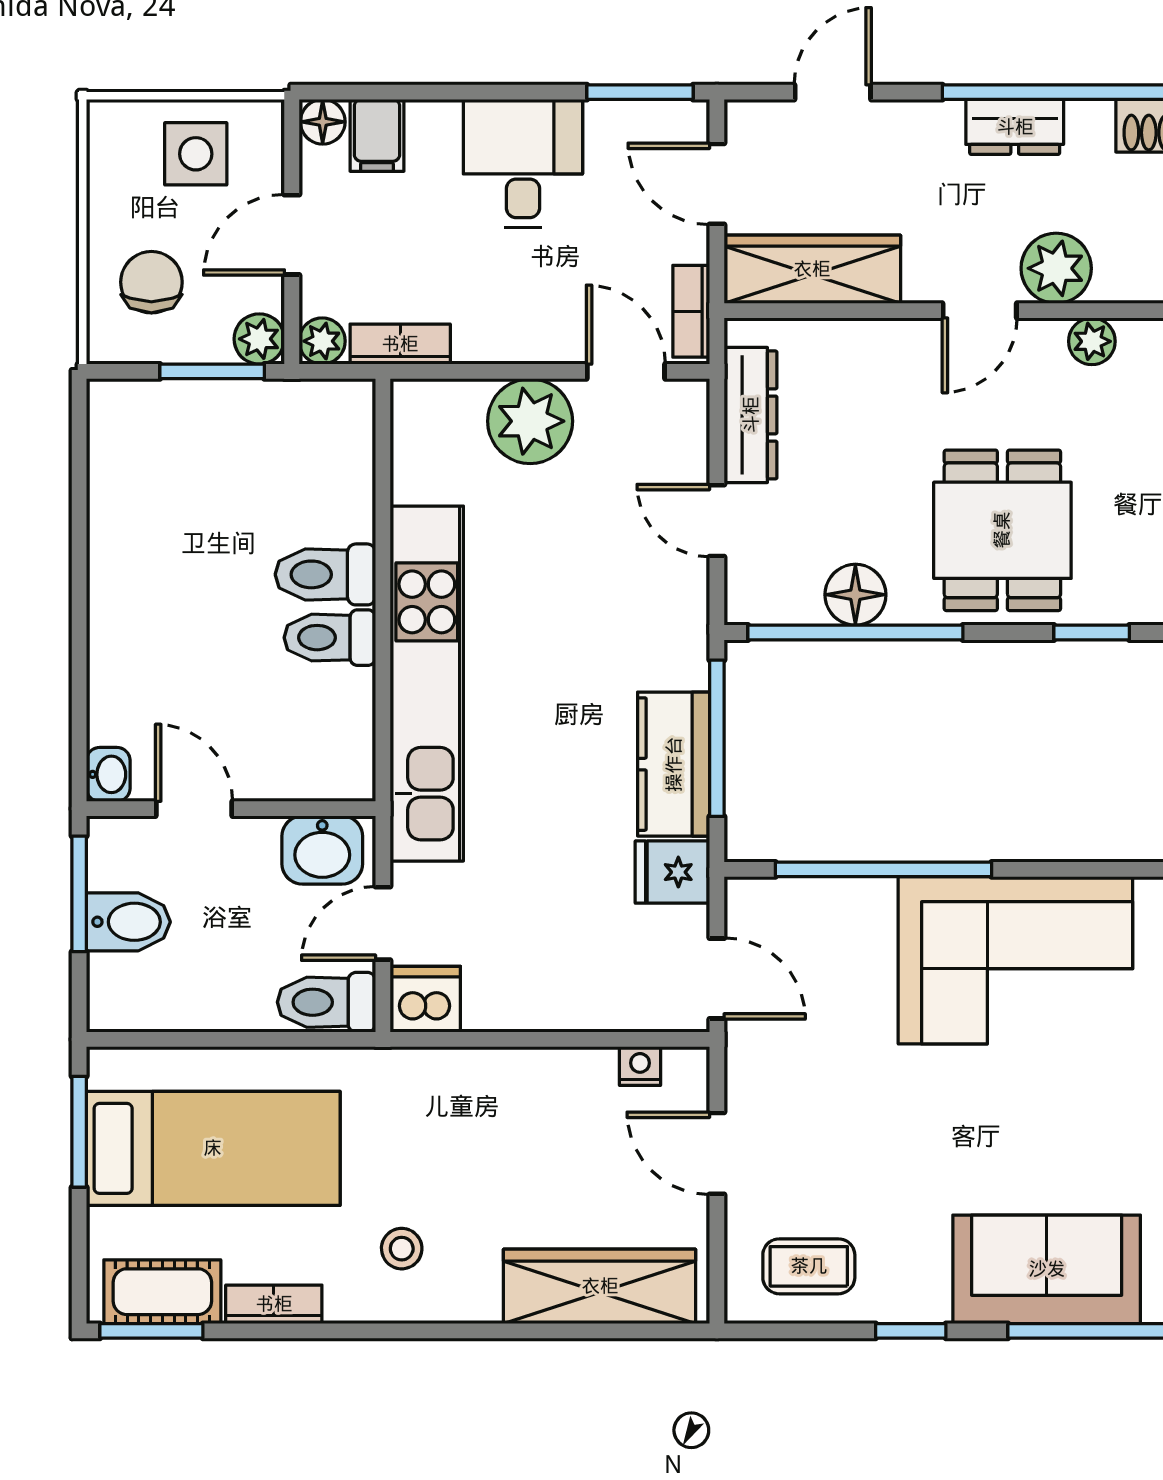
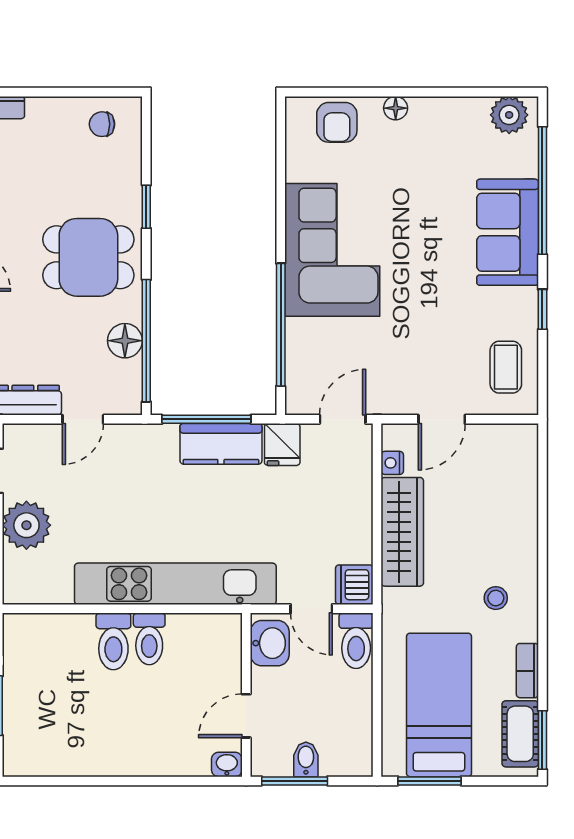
bidet: (128, 922) -> (306, 759), width x0.72, depth x0.74
wardrobe: (600, 1286) -> (402, 532), moved, turned 180

